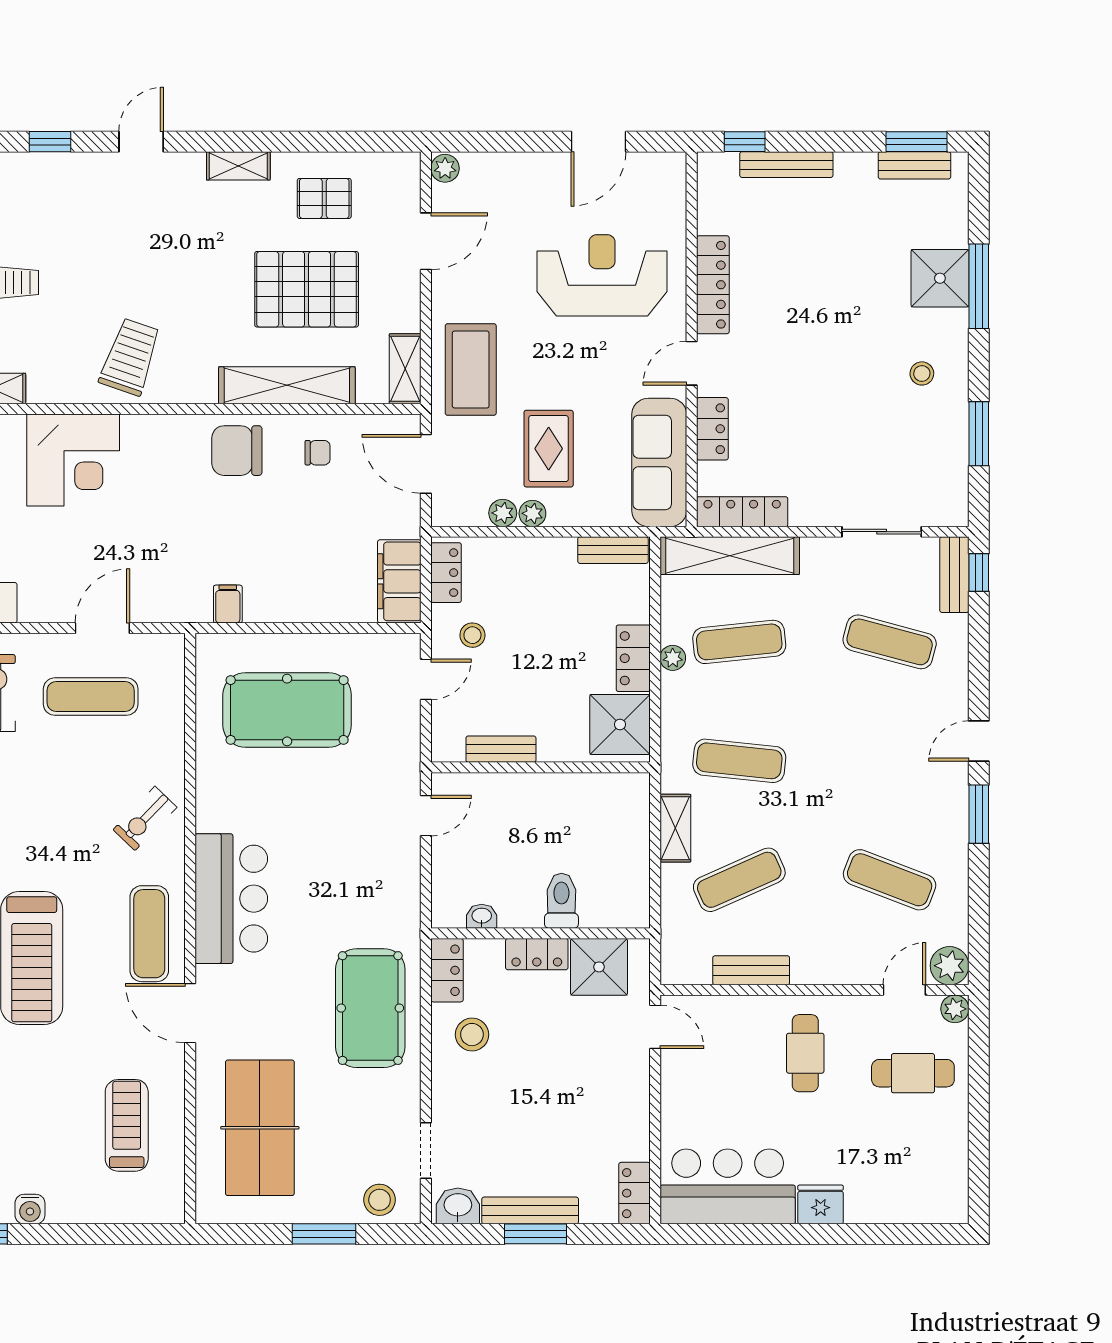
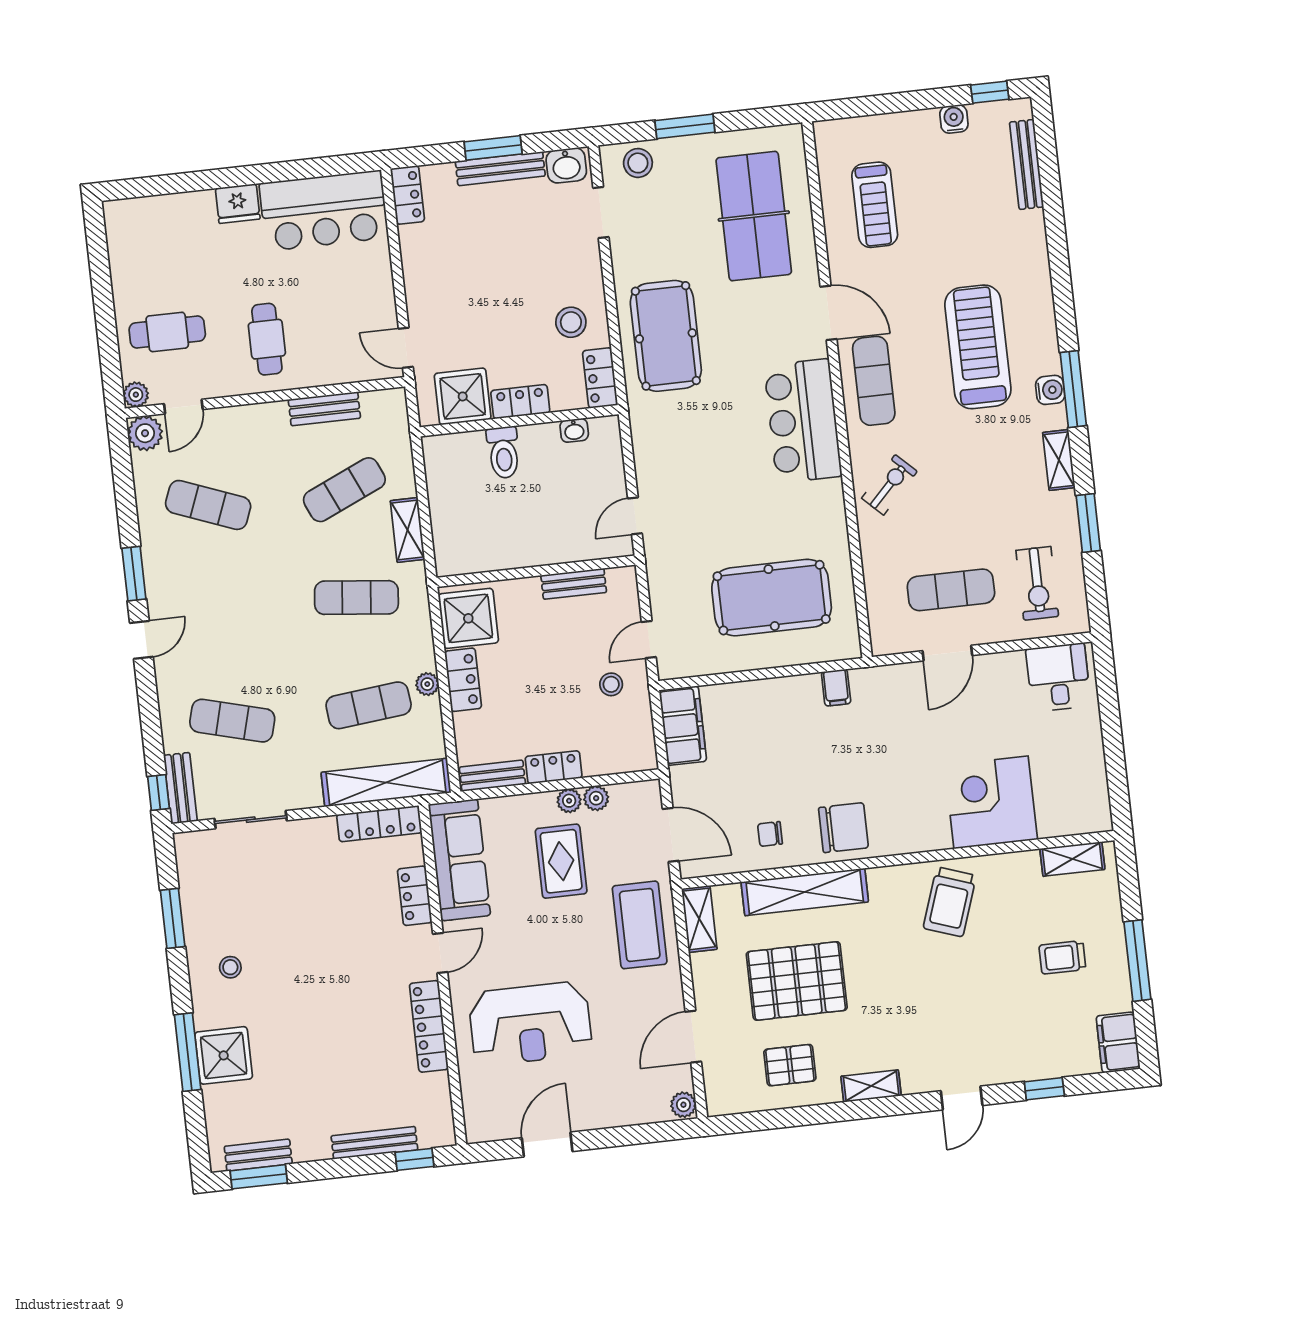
locker: (446, 573) -> (554, 767), moved, turned 90

